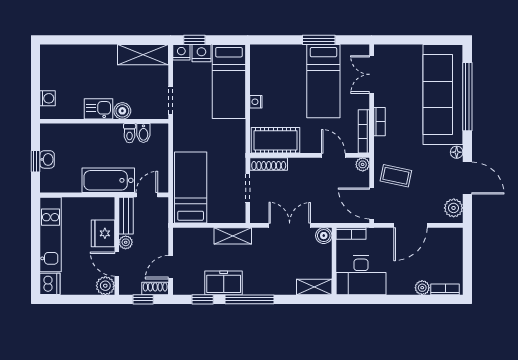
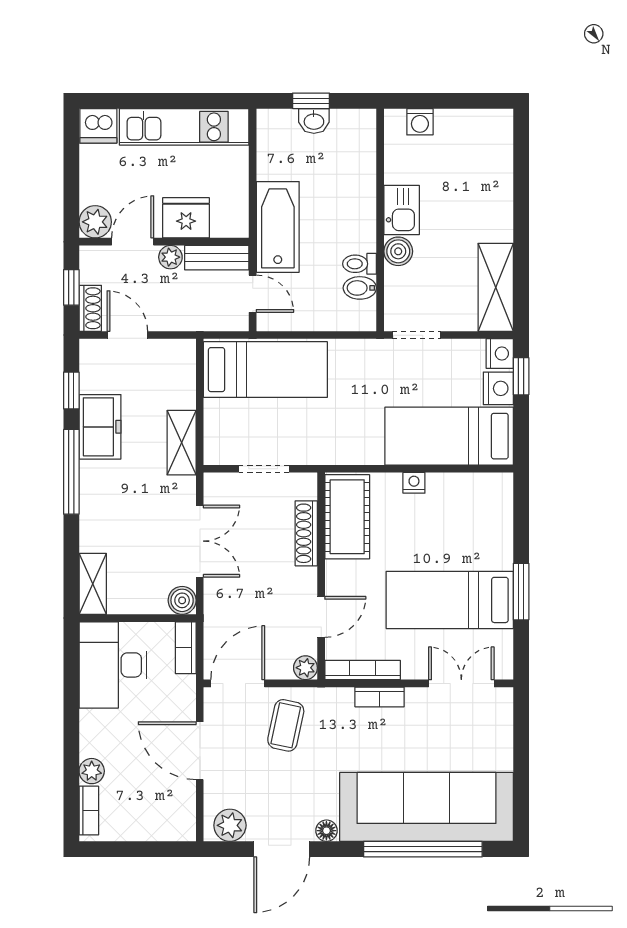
shoe rack: (269, 164) -> (306, 533), moved

